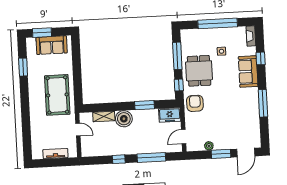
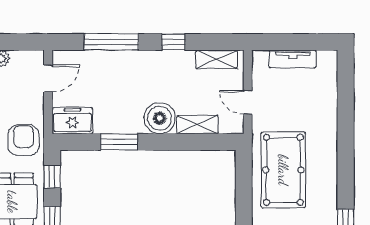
armchair: (195, 103) -> (23, 140), turned 180
shelving: (96, 151) -> (216, 59), added

